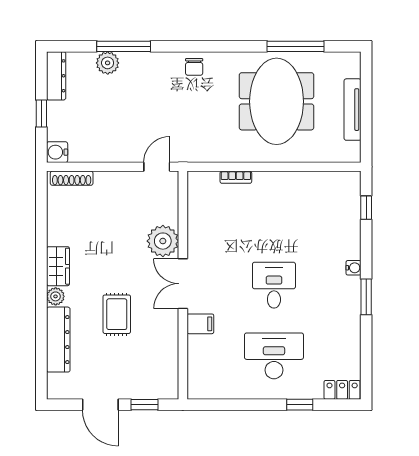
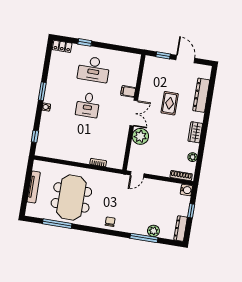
plant: (56, 296) -> (193, 157), moved

